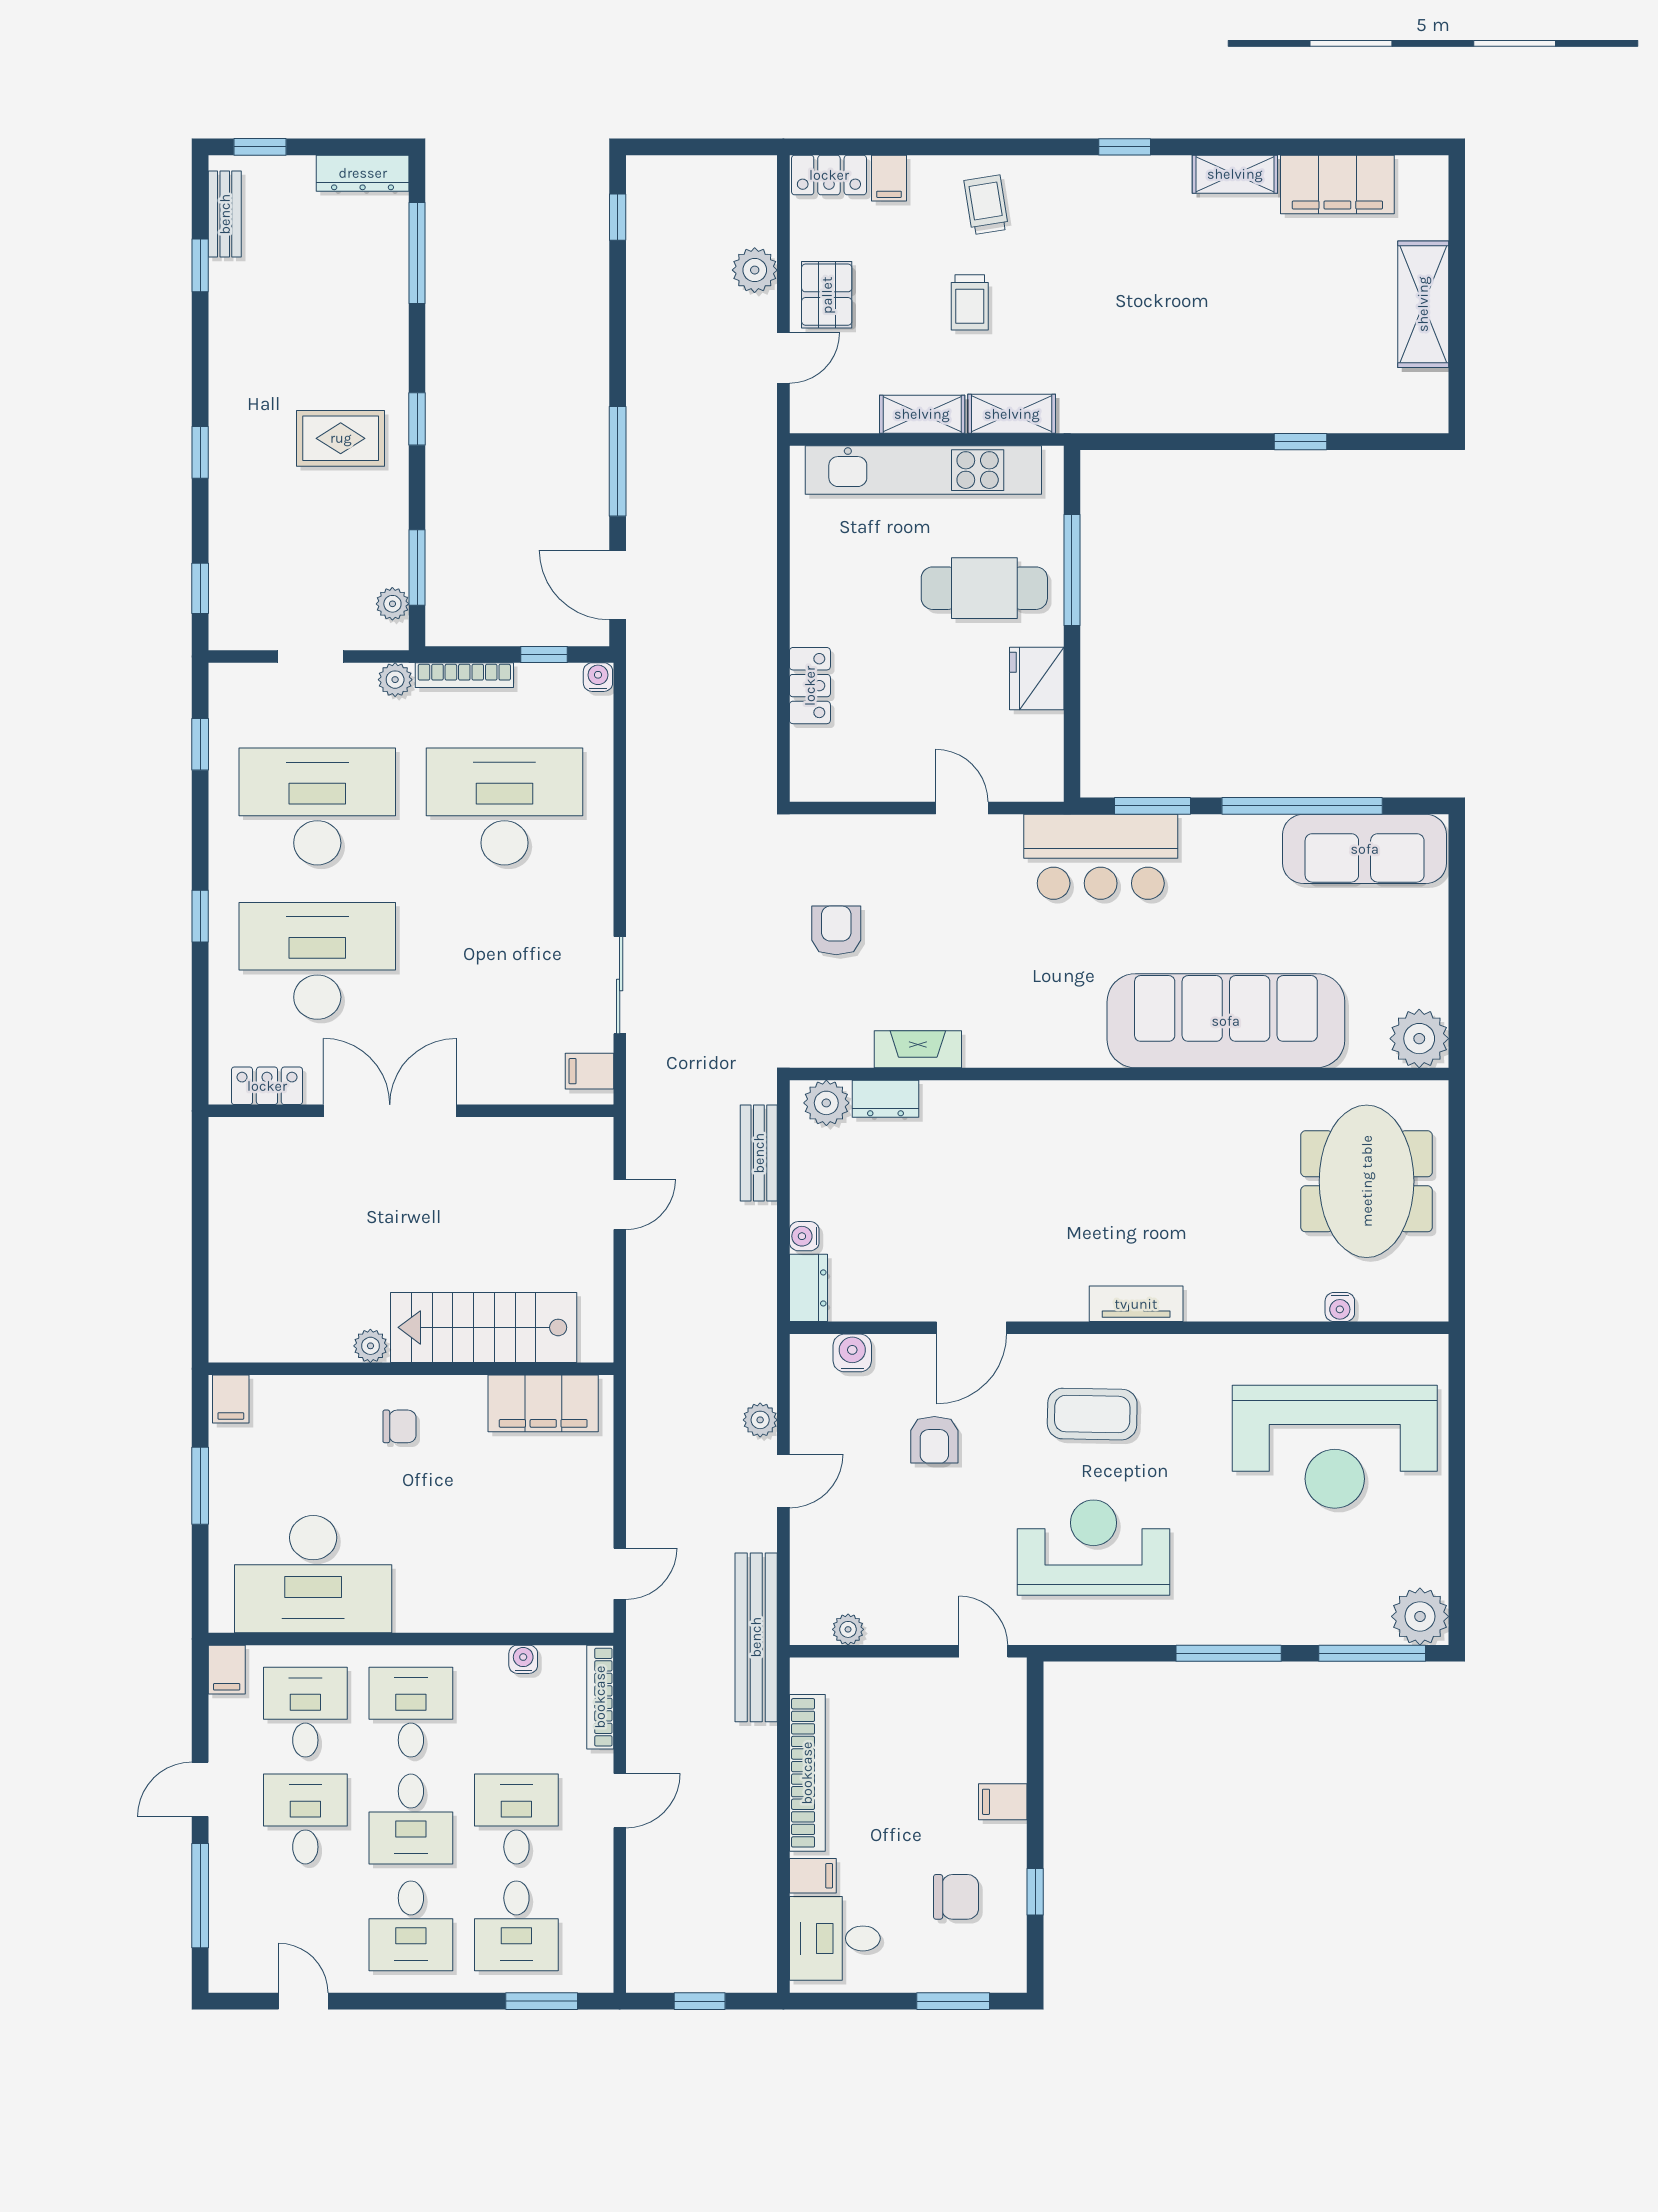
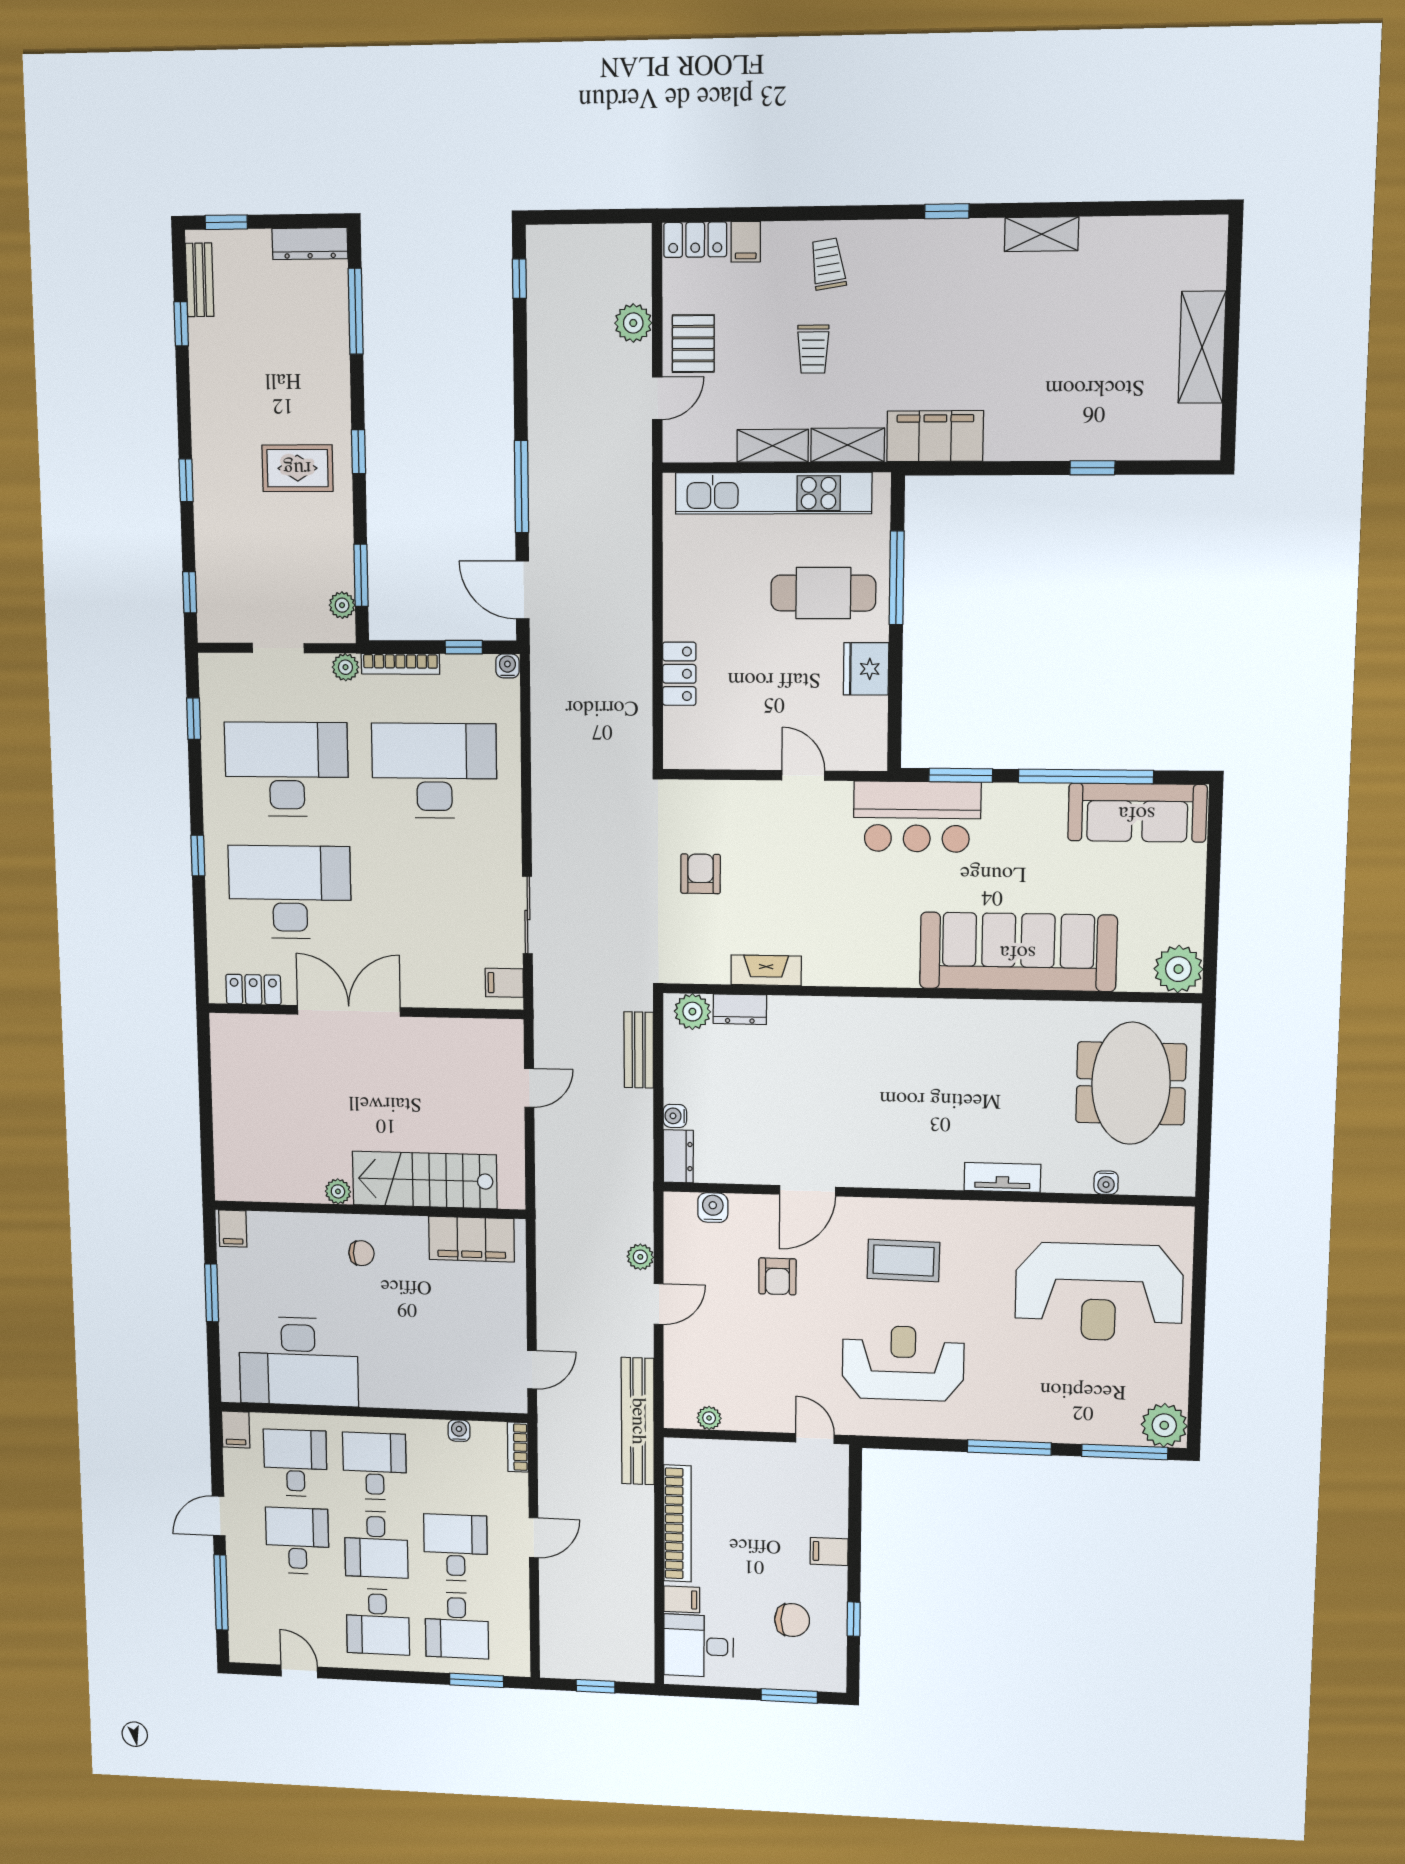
filing cabinet: (1337, 184) -> (935, 436), moved, turned 180
tv unit: (1136, 1304) -> (1002, 1177), moved
bookcase: (600, 1697) -> (518, 1447), width x0.64

